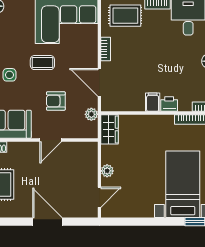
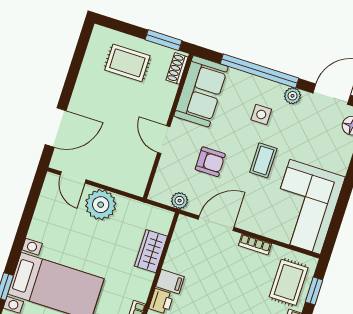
armchair: (56, 101) -> (210, 162), turned 90
wardrobe: (109, 129) -> (151, 251), moved, turned 90
plant: (107, 171) -> (101, 205), width x1.88, depth x1.88
door: (47, 222) -> (56, 128), moved

